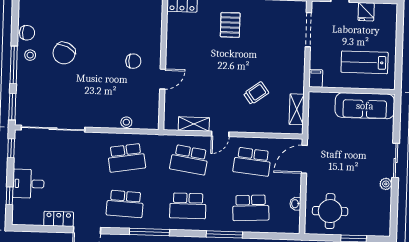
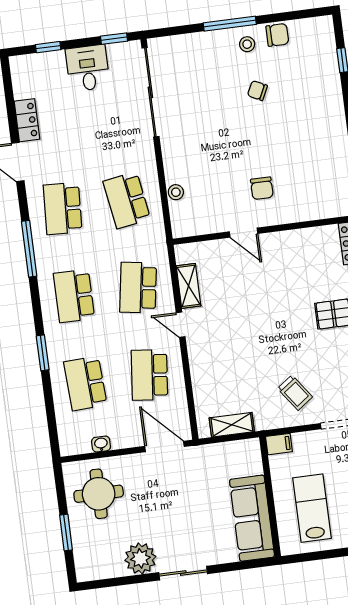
chair: (27, 33) -> (277, 35), turned -92
chair: (64, 53) -> (257, 91), width x0.54, depth x0.54
trolley: (256, 93) -> (295, 393), moved
window: (12, 107) -> (172, 31), removed
desk: (28, 184) -> (88, 68), moved
plant: (386, 184) -> (140, 558), width x1.88, depth x1.88
window: (224, 234) -> (43, 353), width x0.69

